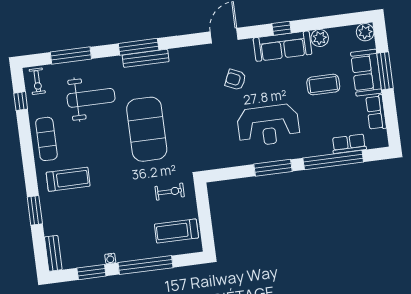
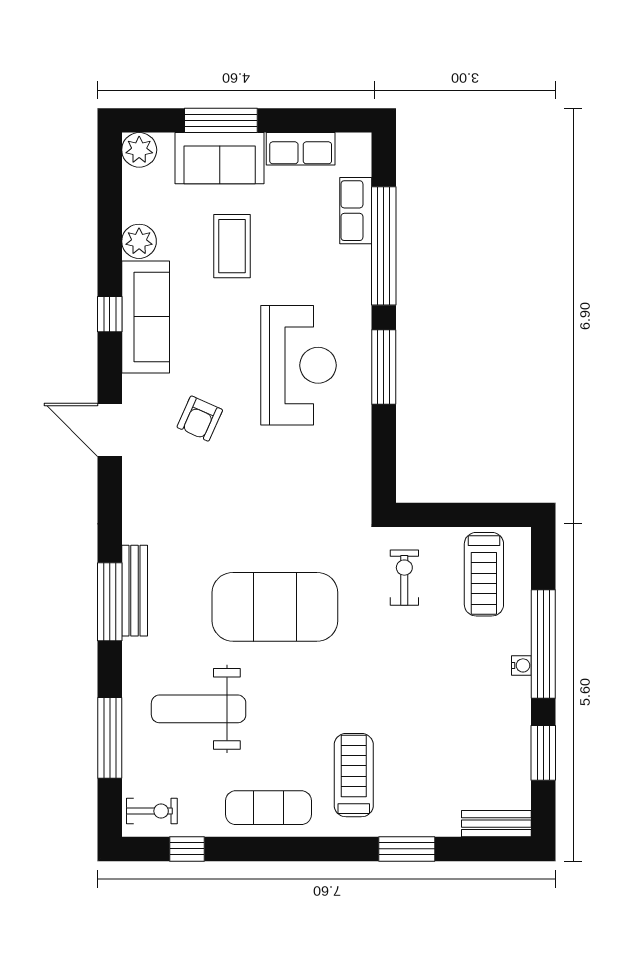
weight bench: (91, 98) -> (199, 709), turned -90
water cooler: (110, 259) -> (521, 665), moved

